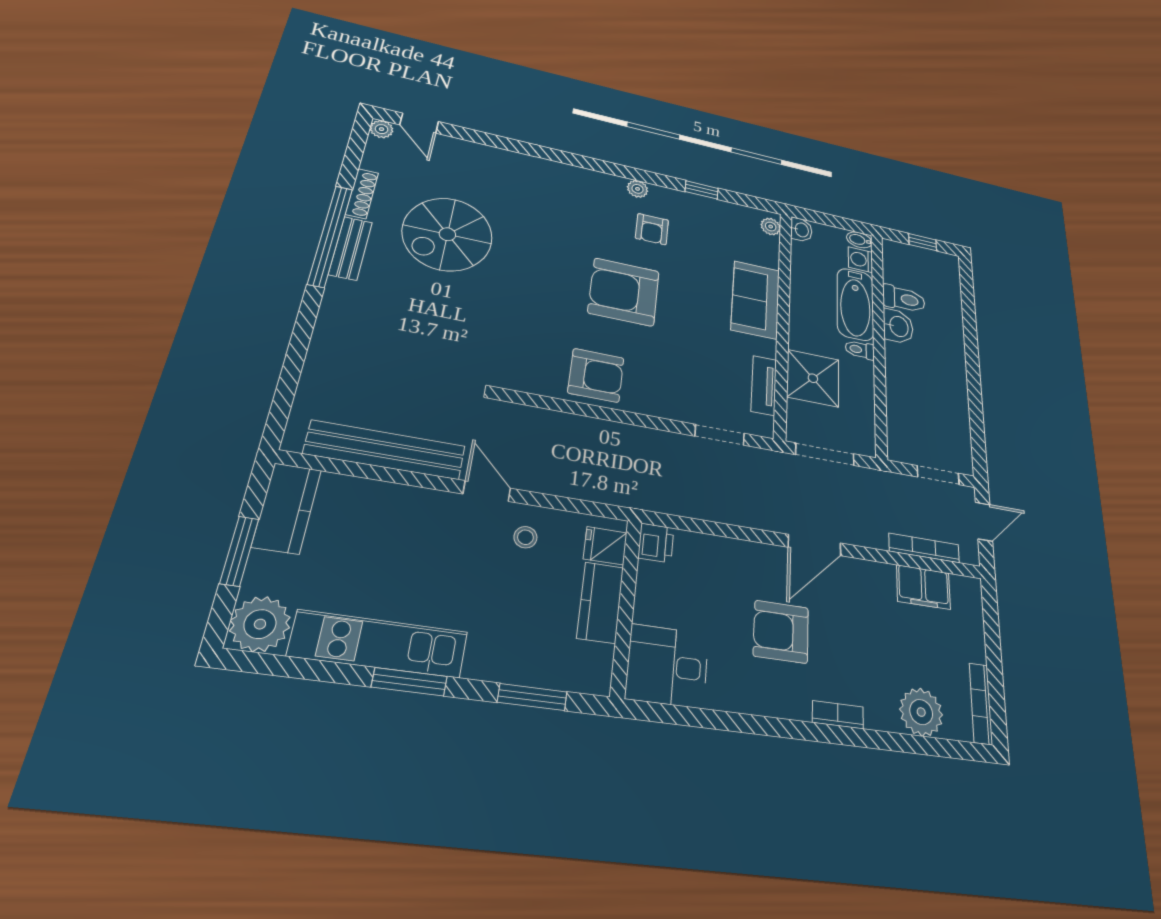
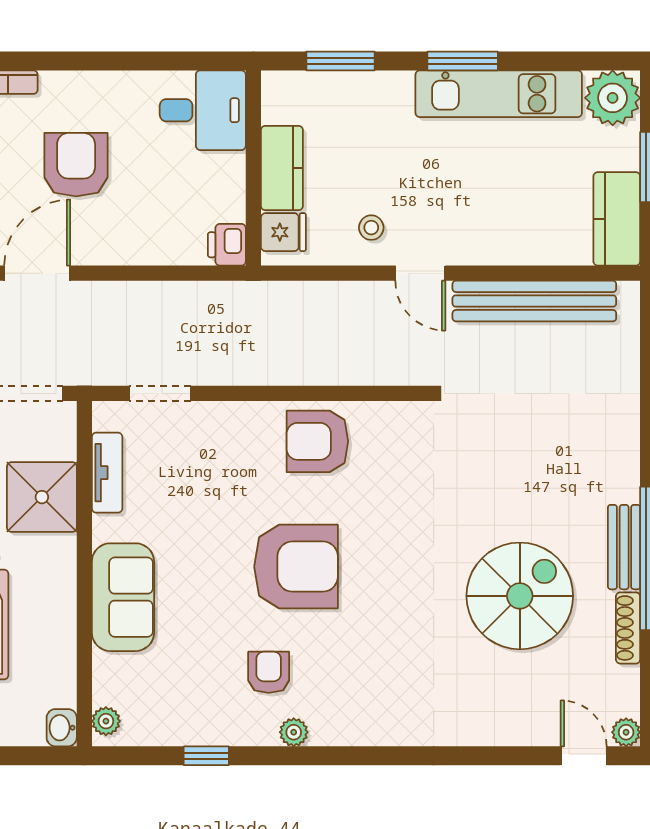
armchair: (781, 632) -> (76, 165), turned -90

